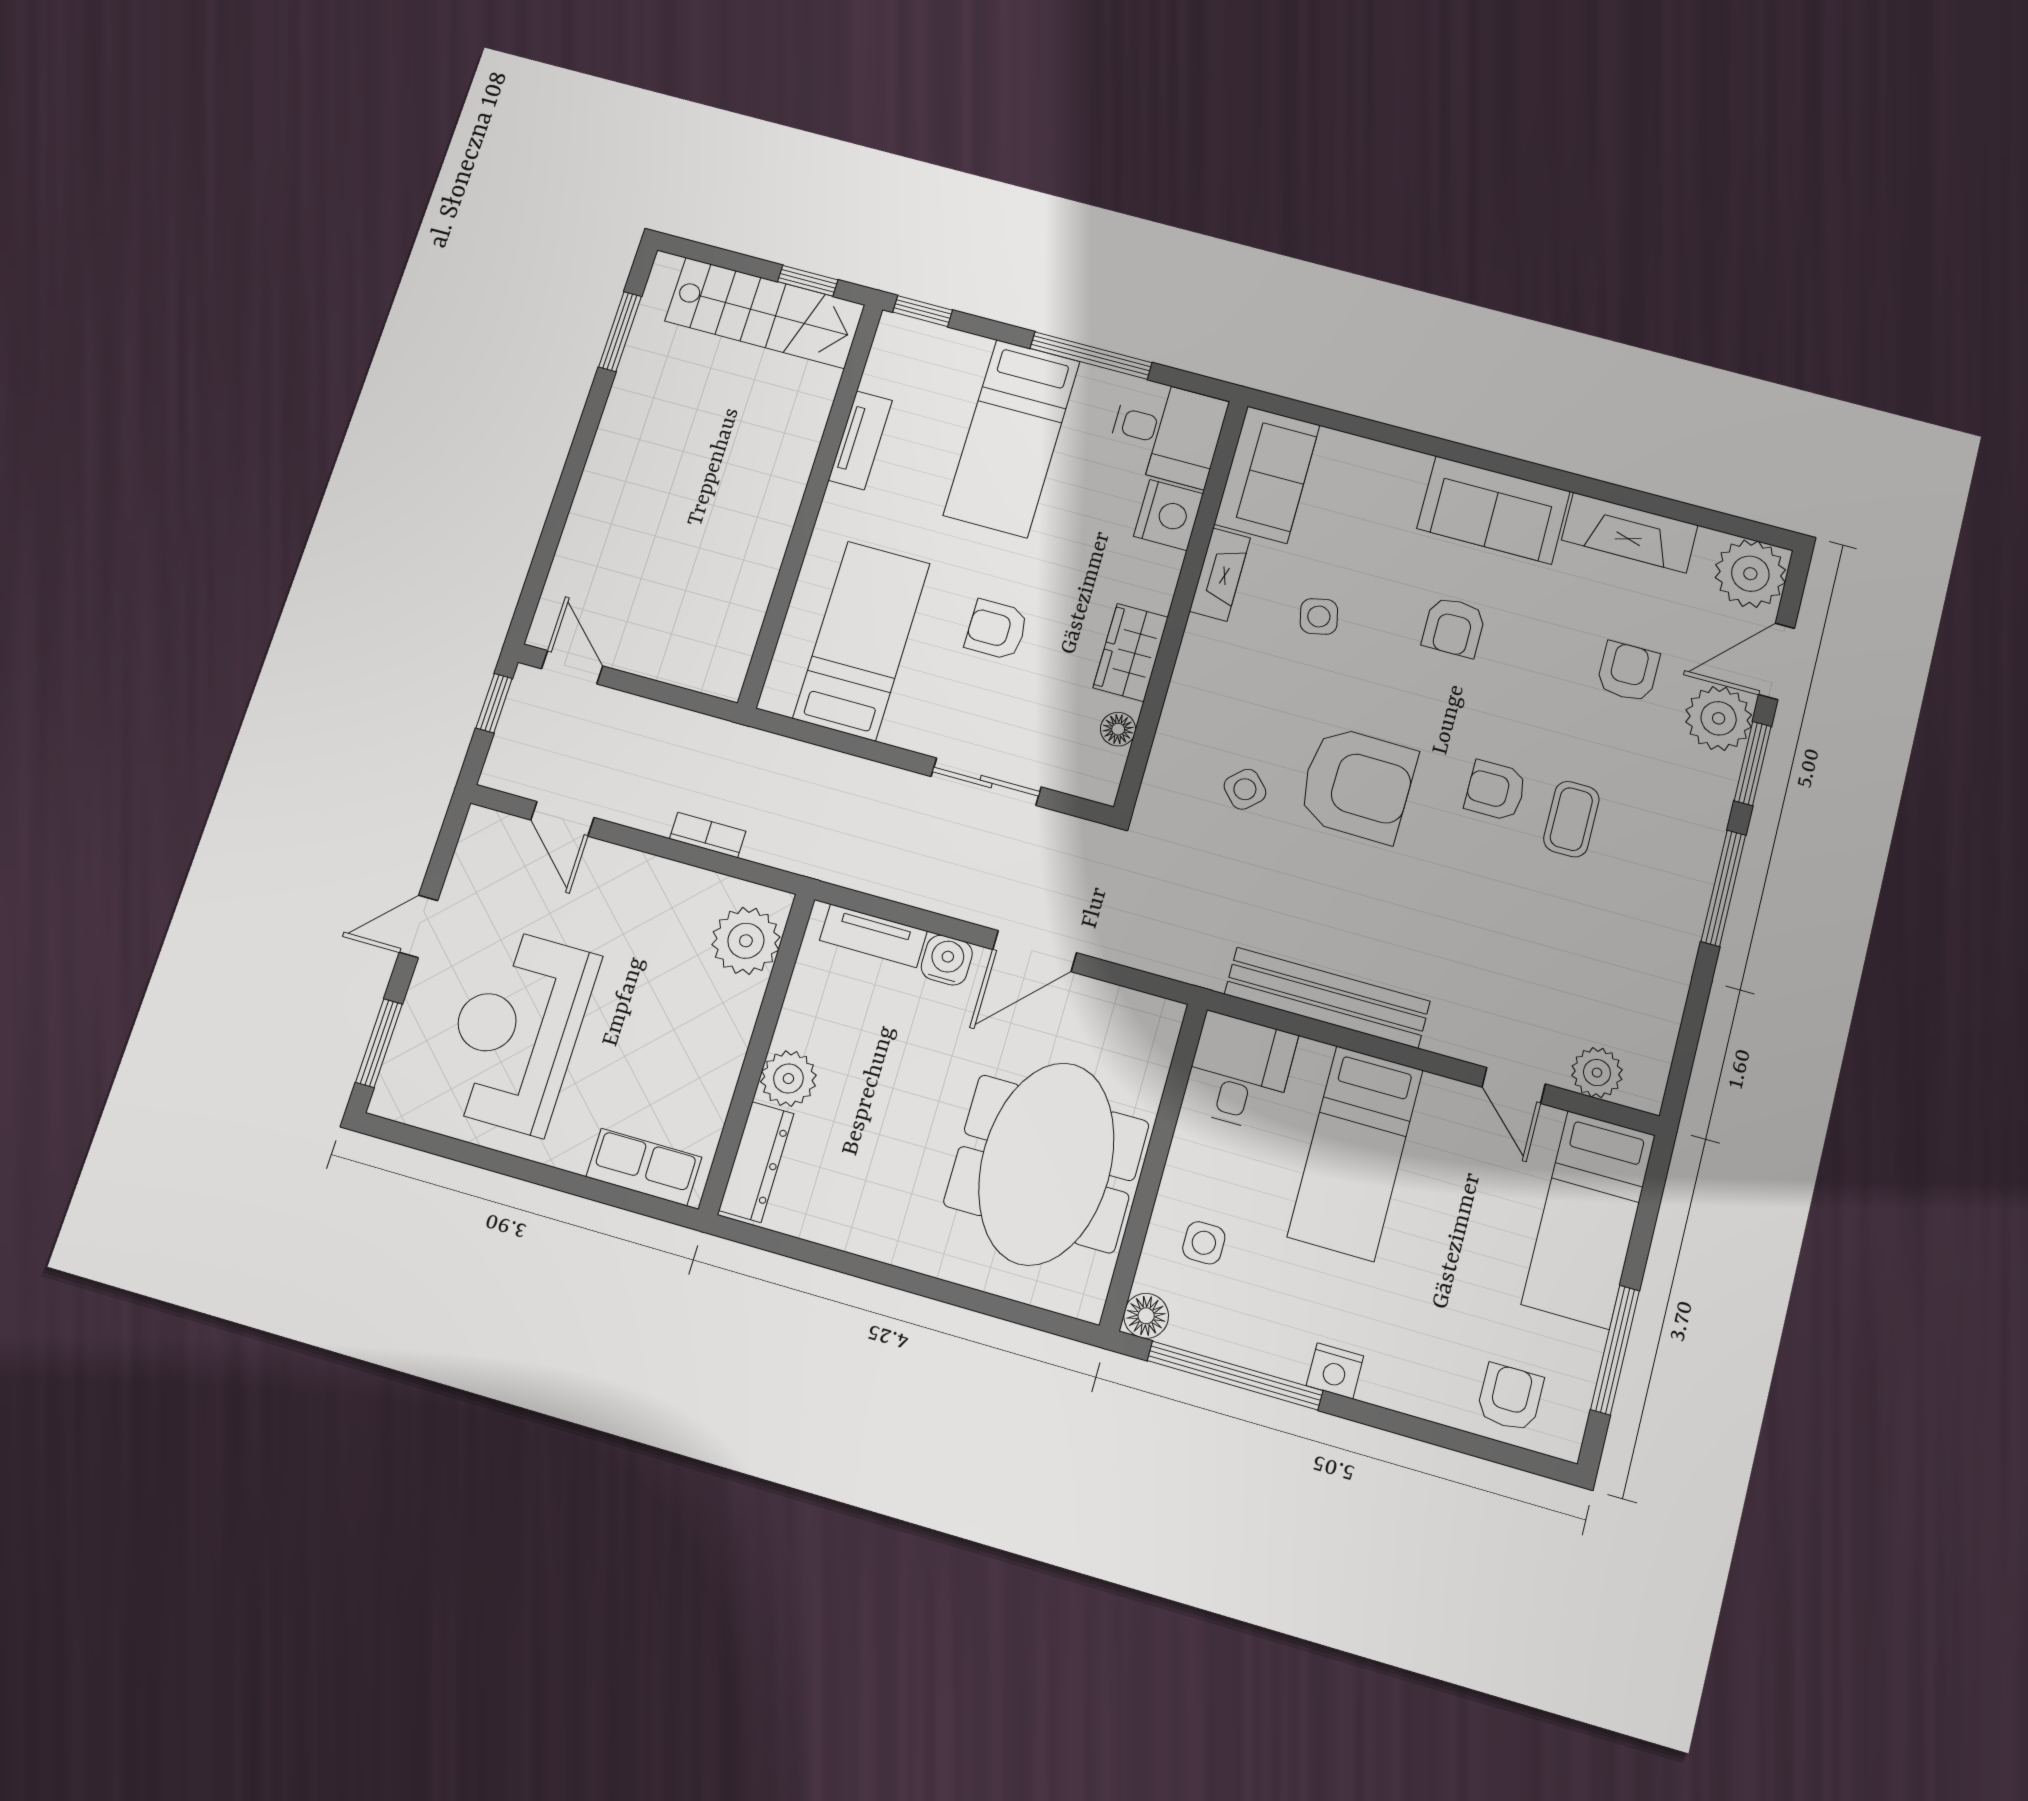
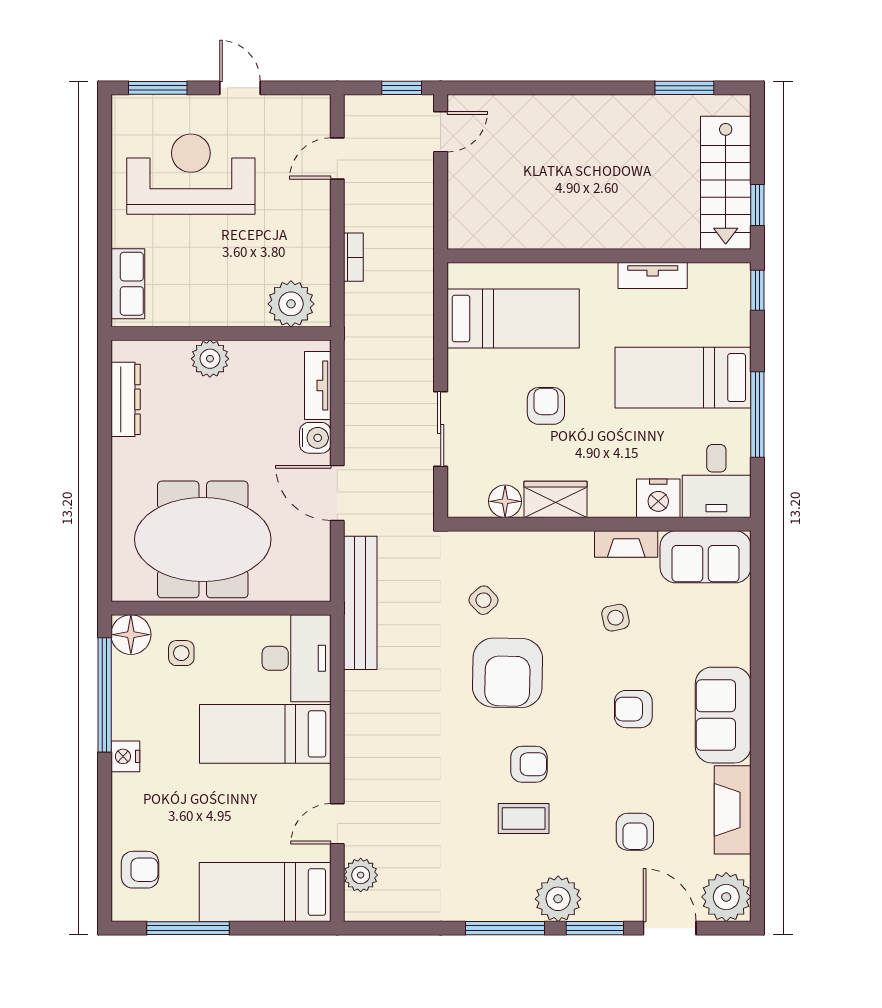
armchair: (1628, 672) -> (635, 832), turned 90
plant: (1719, 718) -> (558, 899), moved
floor lamp: (1118, 729) -> (505, 501), width x1.37, depth x1.37
armchair: (1495, 790) -> (529, 764), turned 90
bench: (1327, 998) -> (360, 603), moved
desk: (1239, 1072) -> (296, 658), width x1.37
dresser: (756, 1162) -> (126, 399), moved, turned -90
floor lamp: (1146, 1316) -> (131, 635), width x1.38, depth x1.38

